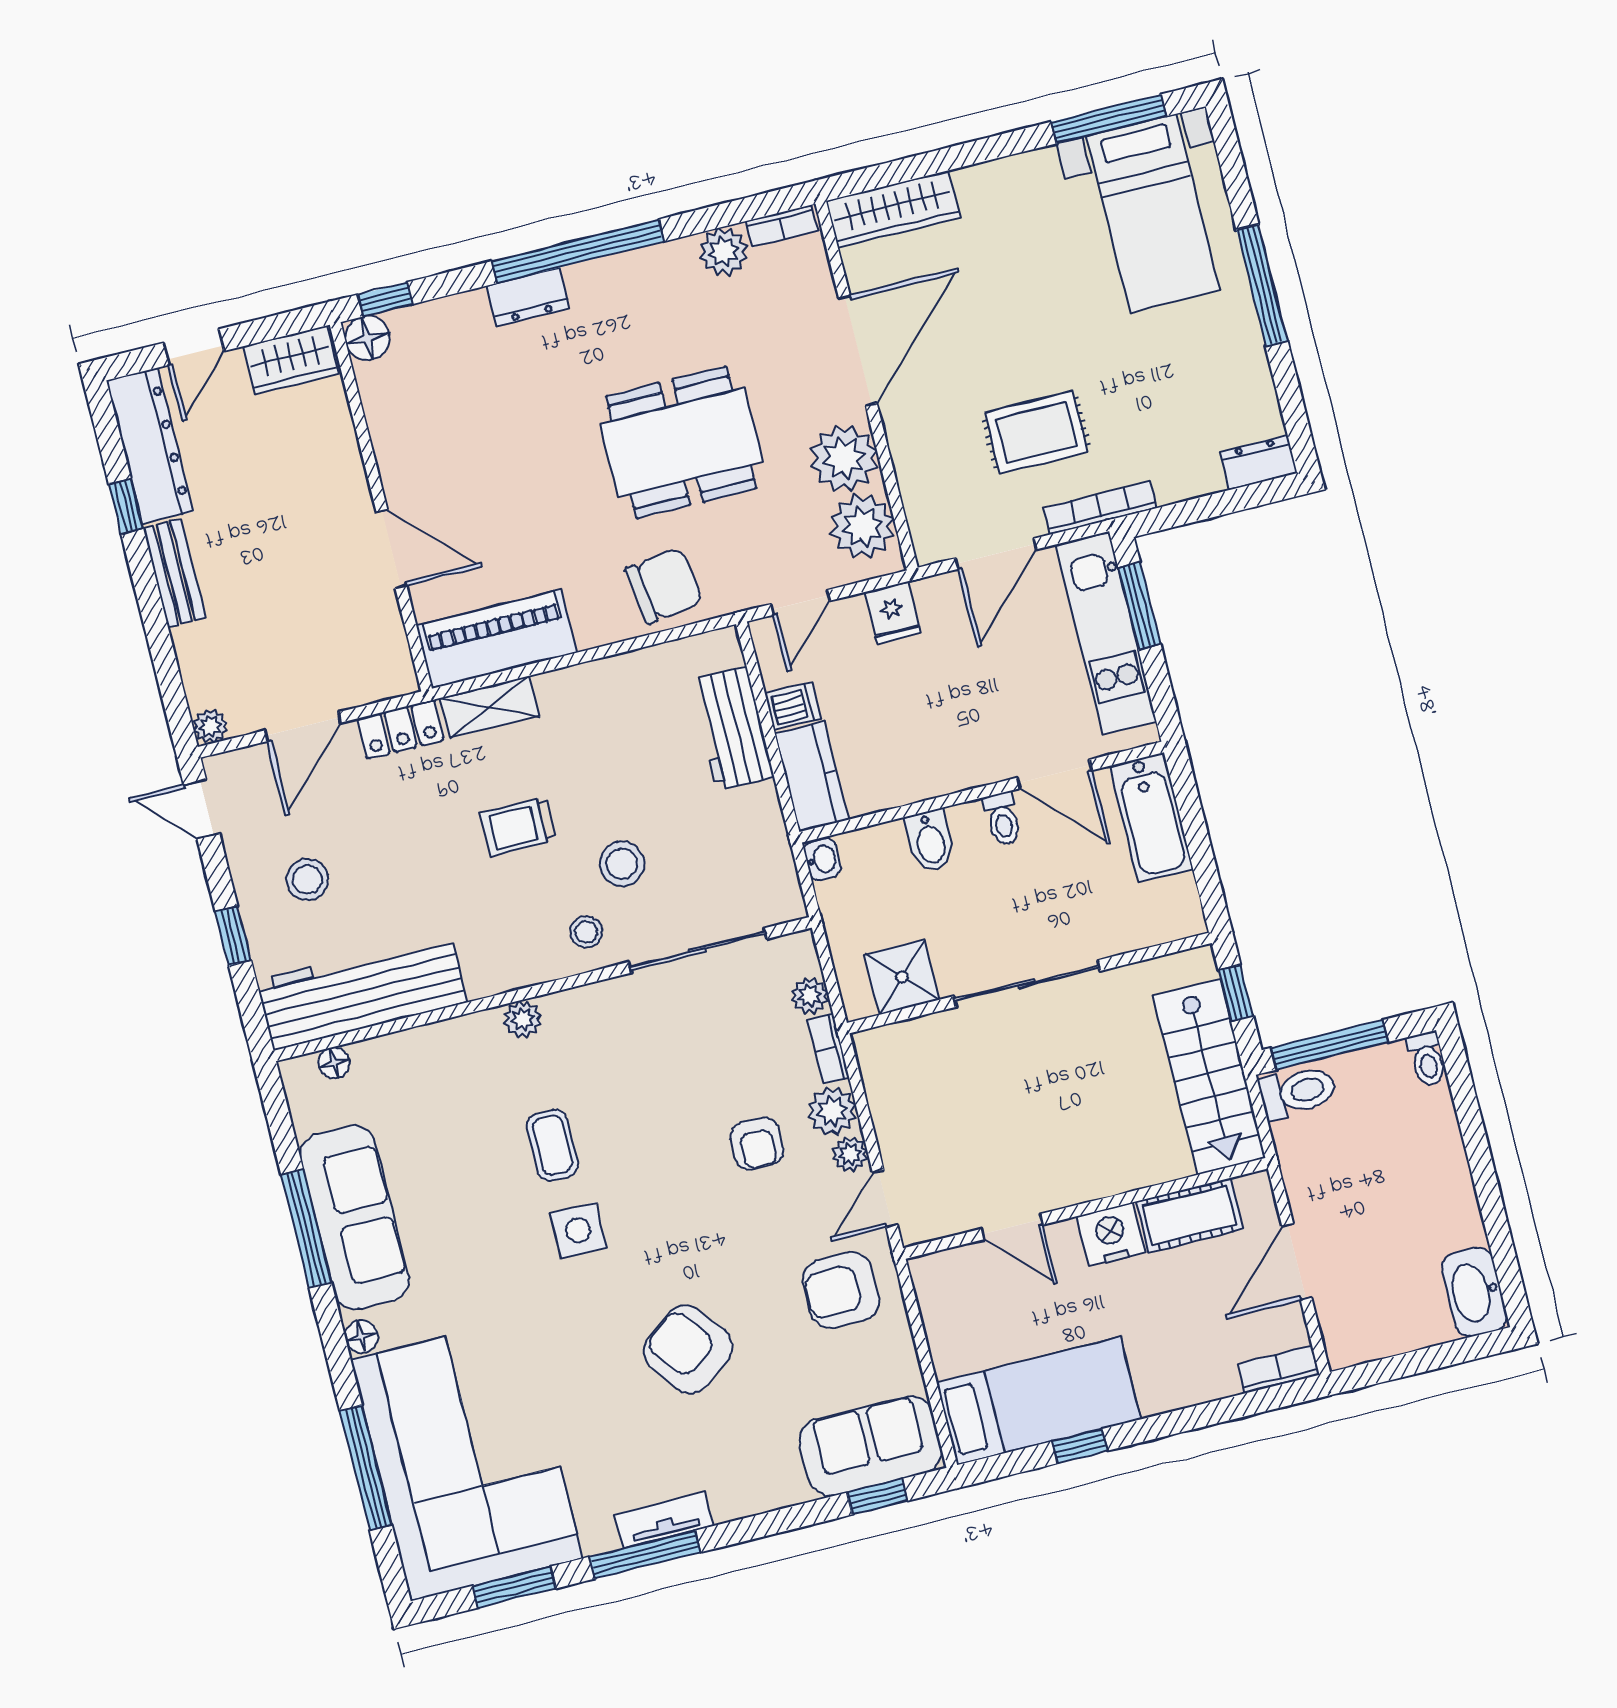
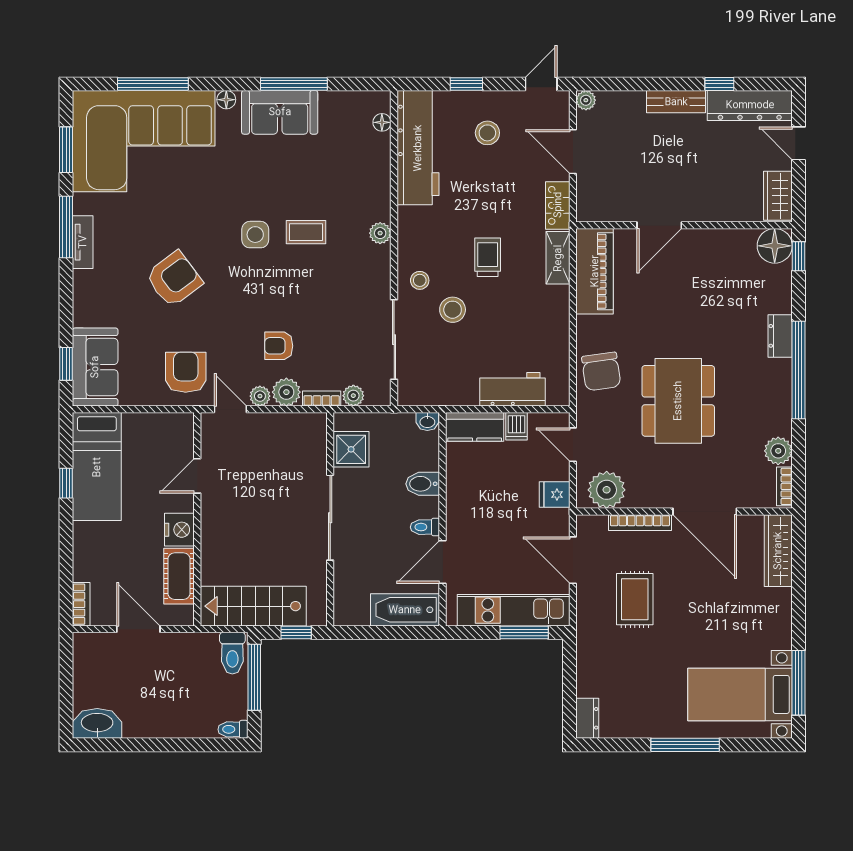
floor lamp: (367, 338) -> (775, 246), width x1.38, depth x1.38
plant: (844, 458) -> (647, 489), removed
bookcase: (1100, 508) -> (640, 523), moved, turned 90
sofa: (354, 1217) -> (280, 112), width x0.73

